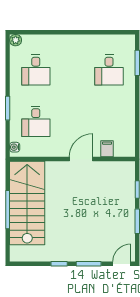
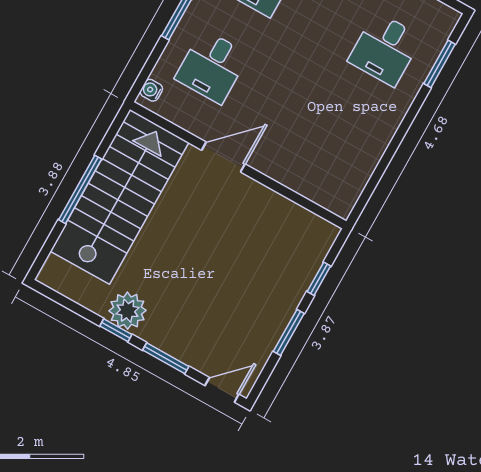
filing cabinet: (107, 149) -> (306, 181), removed
door: (81, 159) -> (223, 157), moved
plant: (59, 252) -> (127, 311), added

